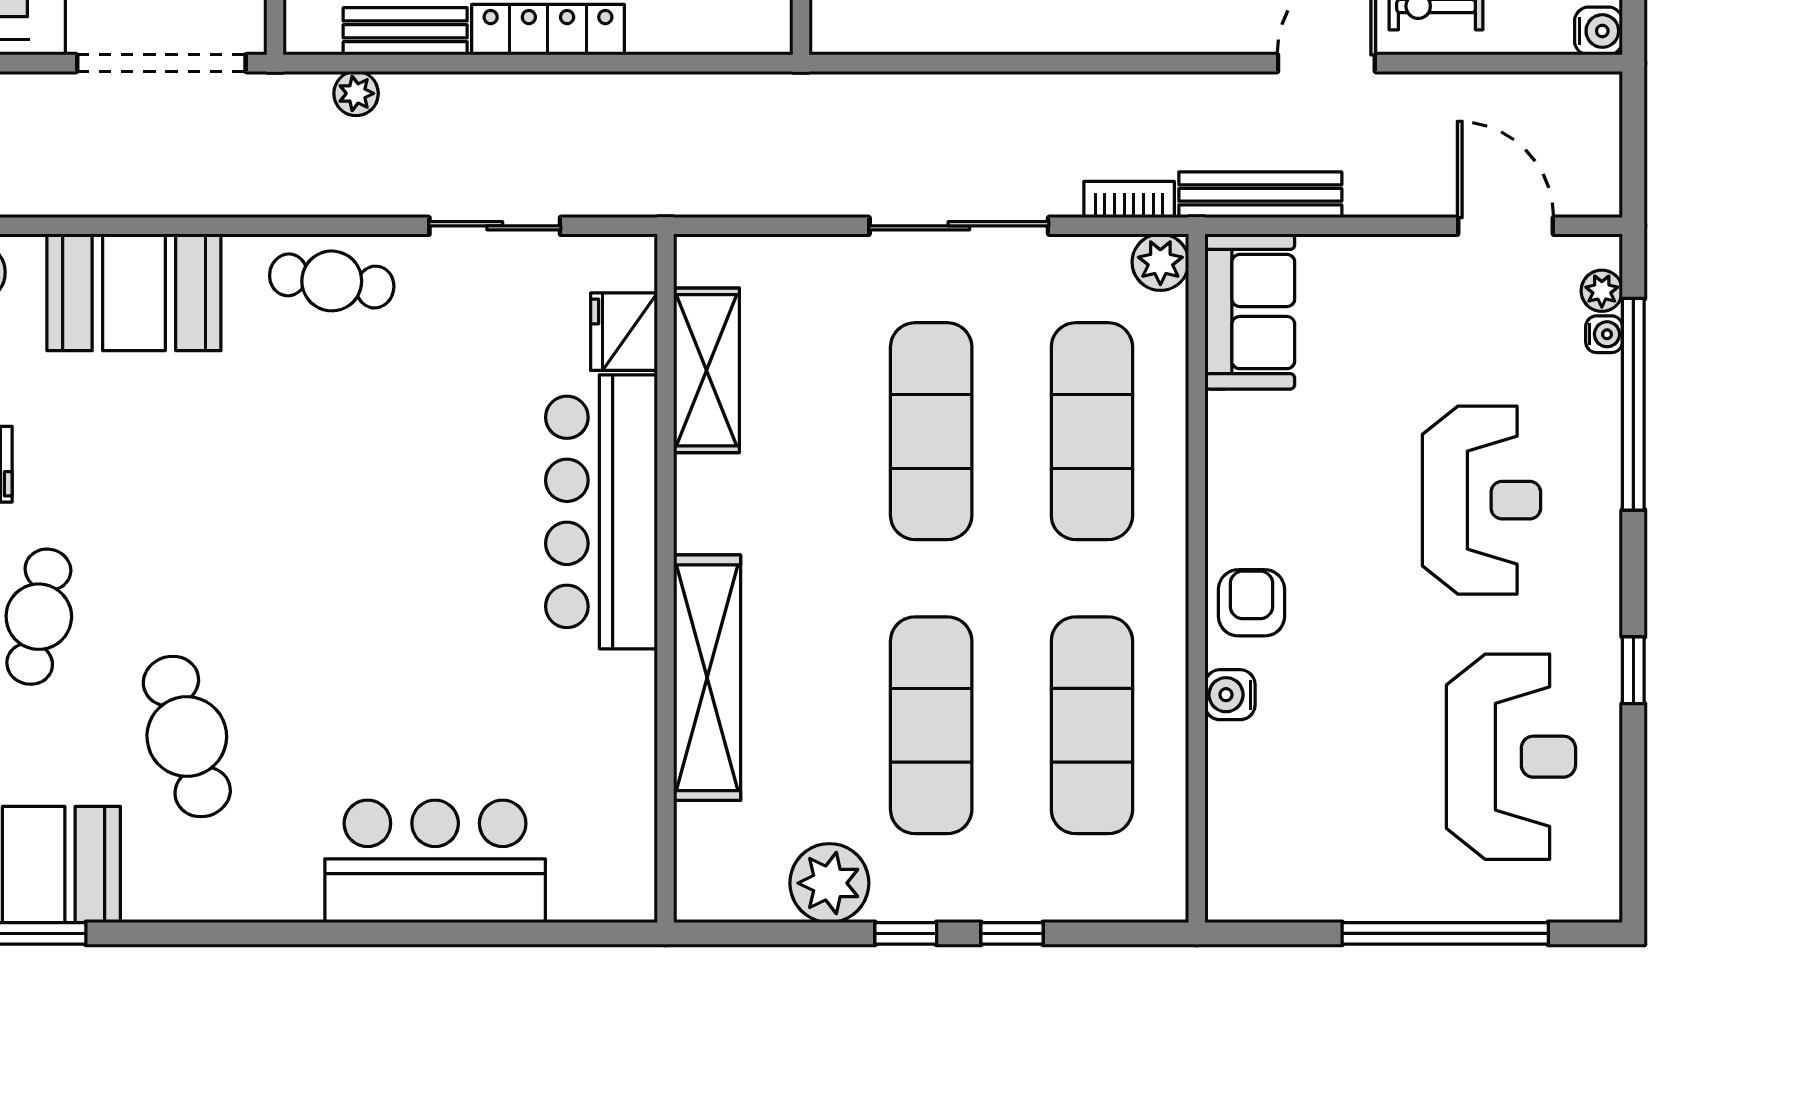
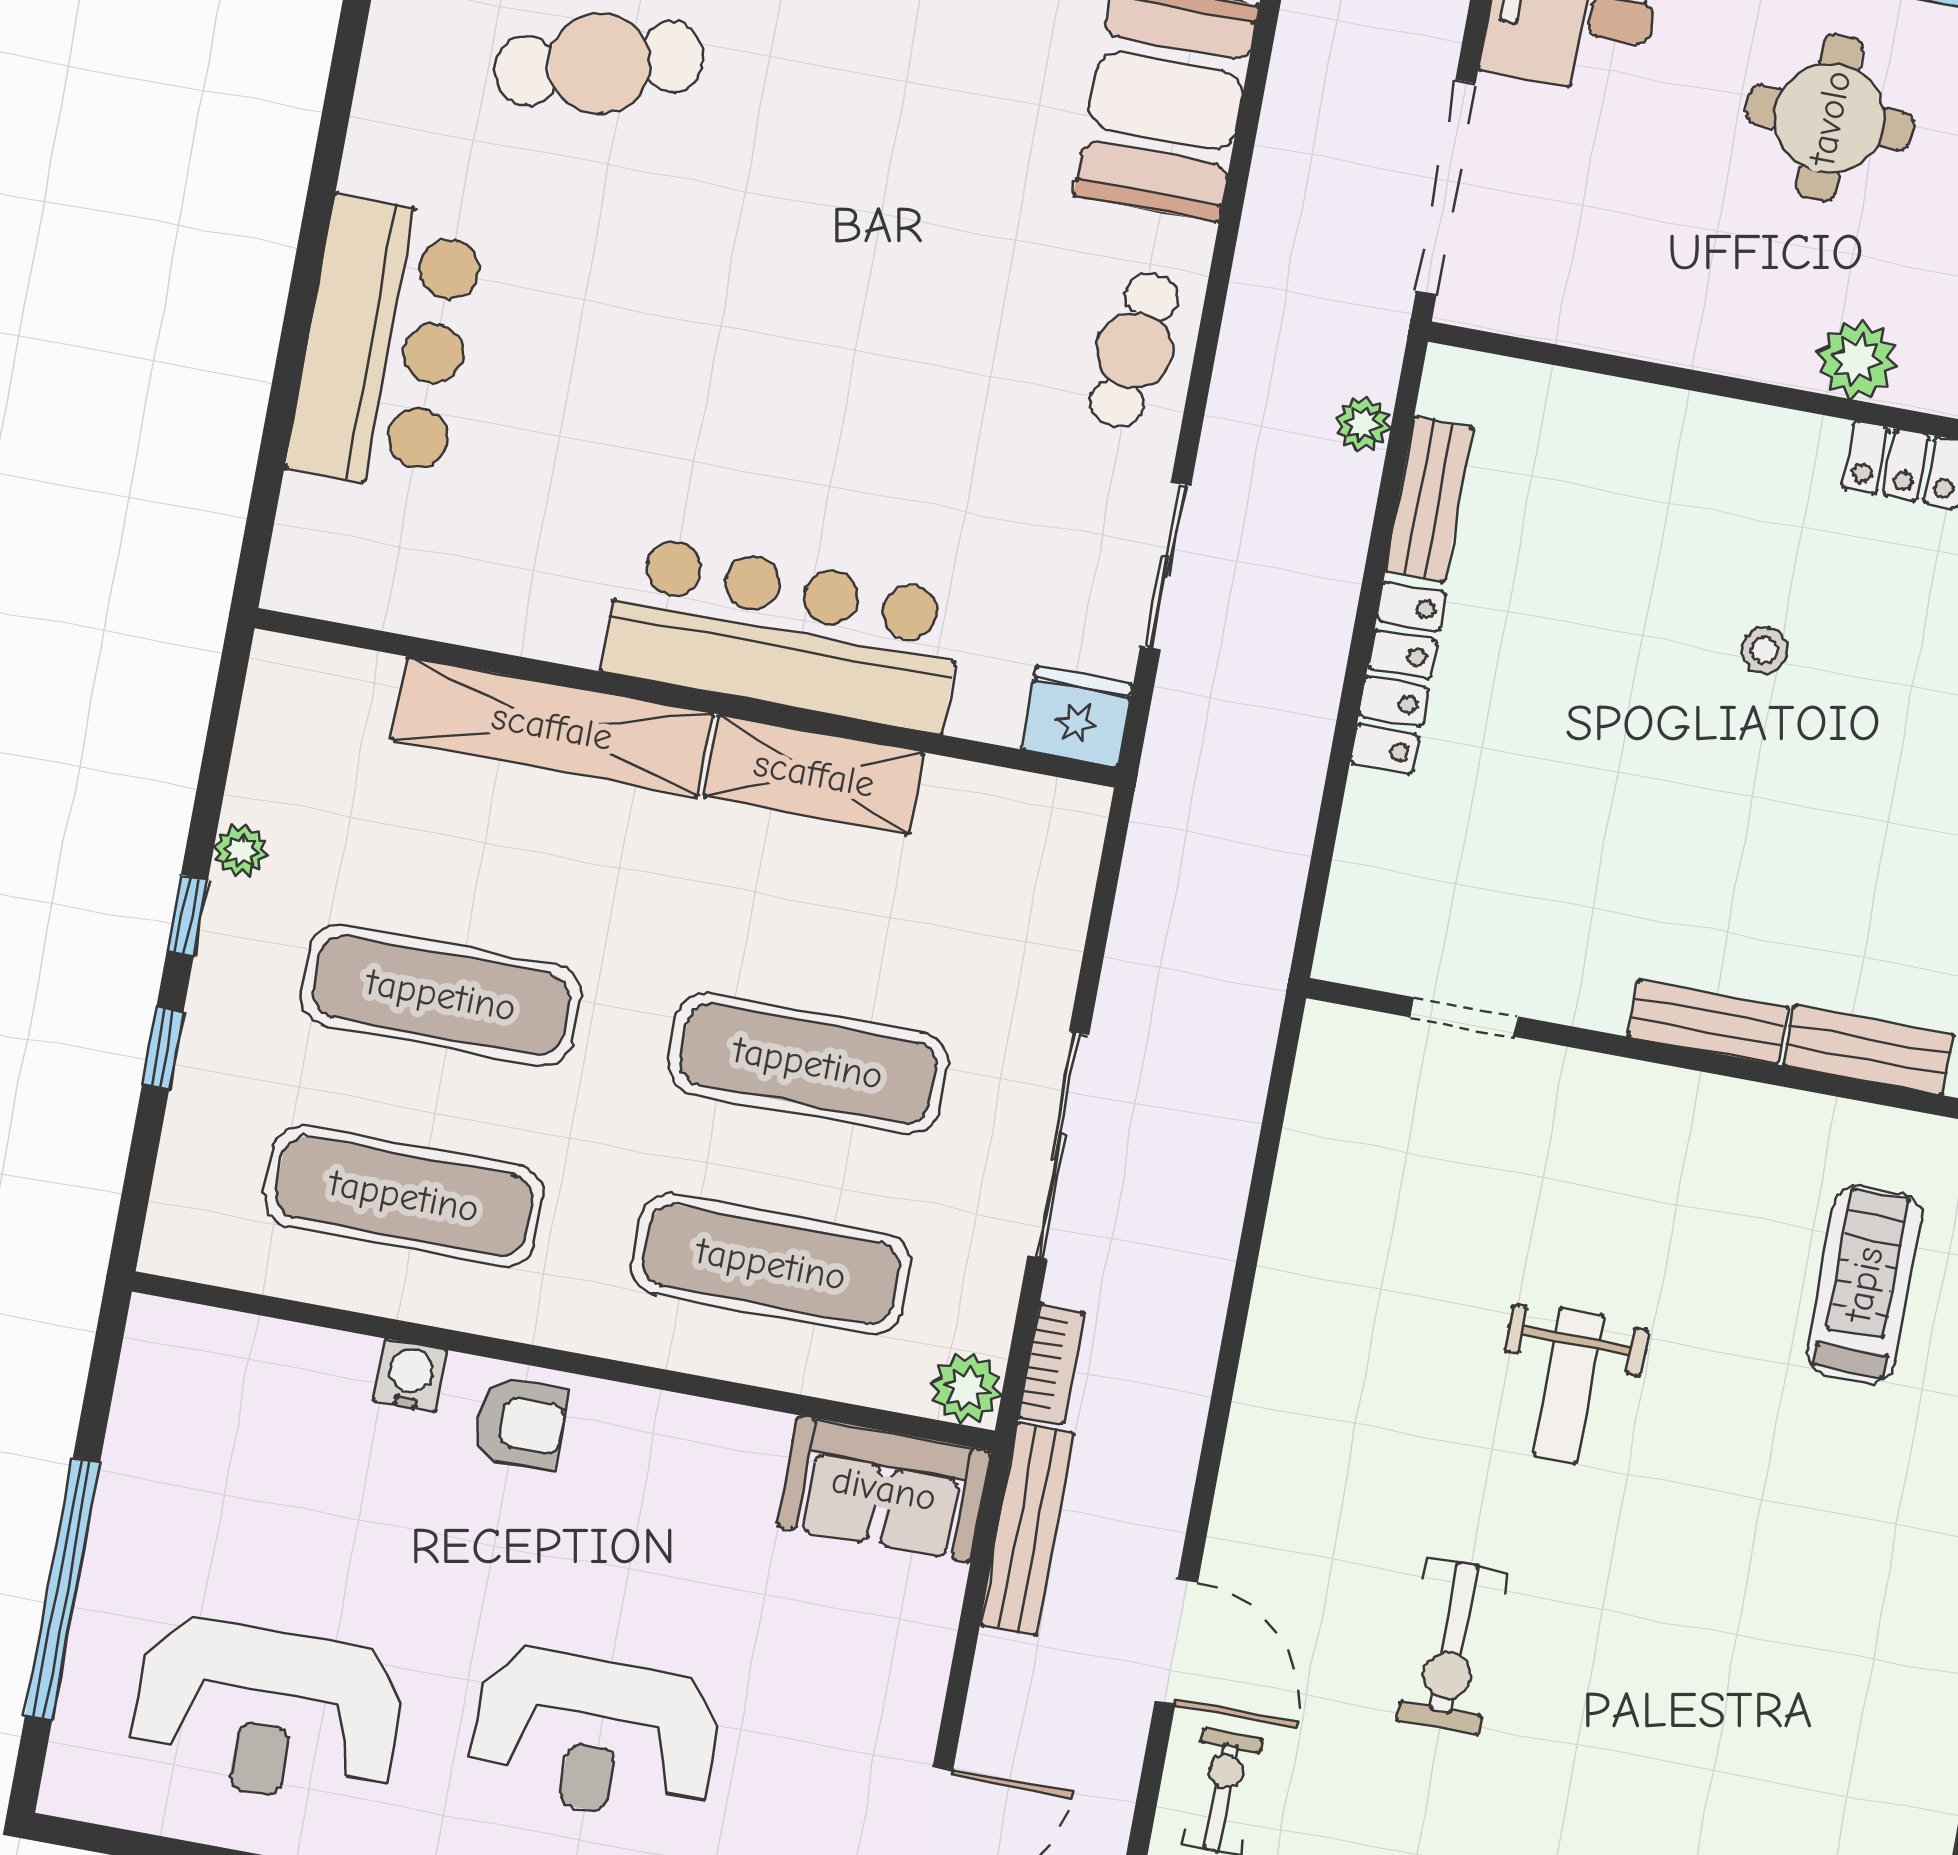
fridge: (624, 332) -> (1077, 717), moved
shelving: (706, 370) -> (814, 774), moved
plant: (829, 883) -> (241, 851), width x0.53, depth x0.53

